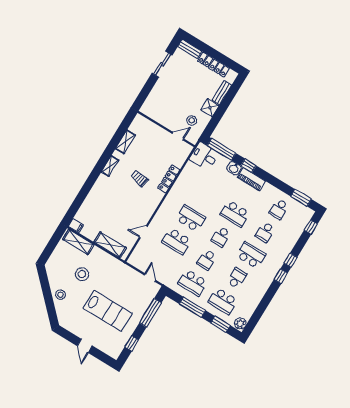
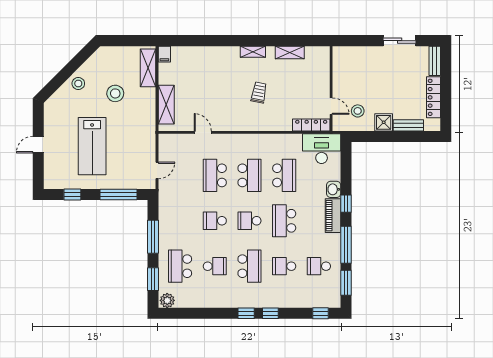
window: (222, 149) -> (346, 245), moved
desk: (204, 156) -> (322, 149), width x1.37
locker: (169, 179) -> (311, 125), moved
school desk: (193, 283) -> (284, 175), moved, turned 180

